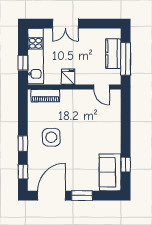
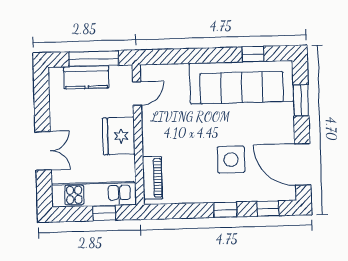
fridge: (68, 77) -> (119, 136), width x1.88, depth x1.34
side table: (51, 137) -> (231, 160), moved
sofa: (110, 172) -> (241, 82), width x1.85, depth x1.27
window: (82, 196) -> (301, 100), moved

